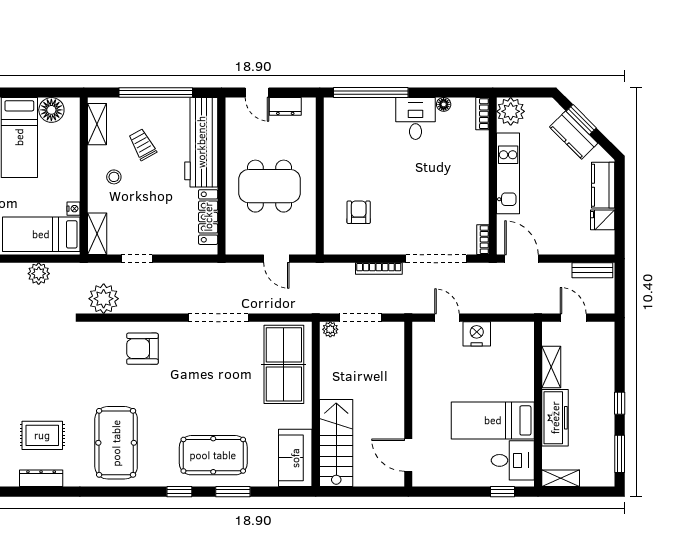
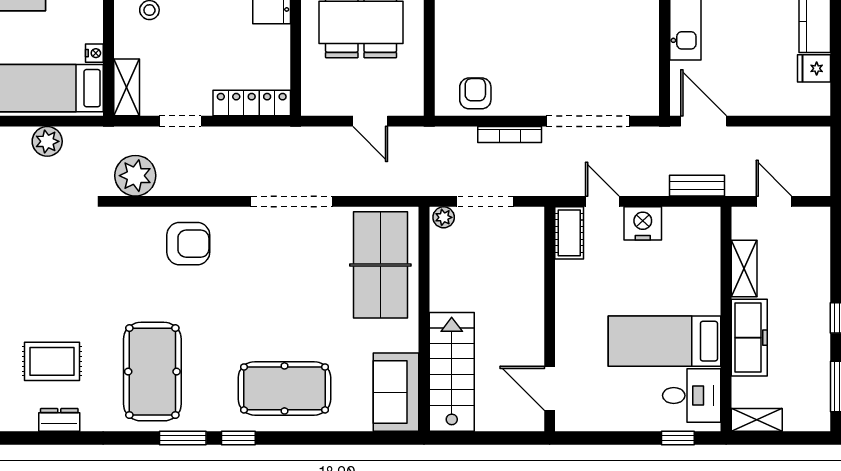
armchair: (359, 212) -> (475, 93), moved
locker: (208, 217) -> (252, 103), moved, turned 90
bookcase: (483, 240) -> (651, 95), removed
bench: (592, 270) -> (697, 186), moved
cot: (423, 341) -> (569, 233), added
armchair: (142, 349) -> (188, 244), turned 180
dresser: (41, 478) -> (59, 420), width x0.70
window: (233, 492) -> (183, 438), moved

